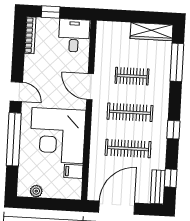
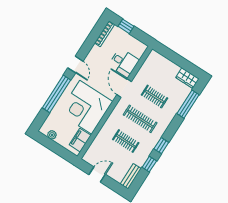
wardrobe: (152, 32) -> (187, 78), width x0.67
desk: (74, 36) -> (124, 63), moved, turned 90
clothes rail: (128, 148) -> (126, 141), width x0.73
filing cabinet: (73, 171) -> (80, 140), width x2.00
window: (171, 178) -> (149, 164), moved
door: (117, 208) -> (97, 175), width x0.53

